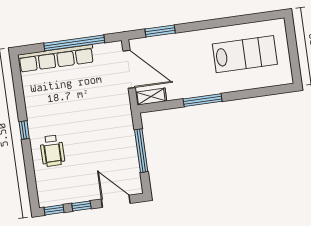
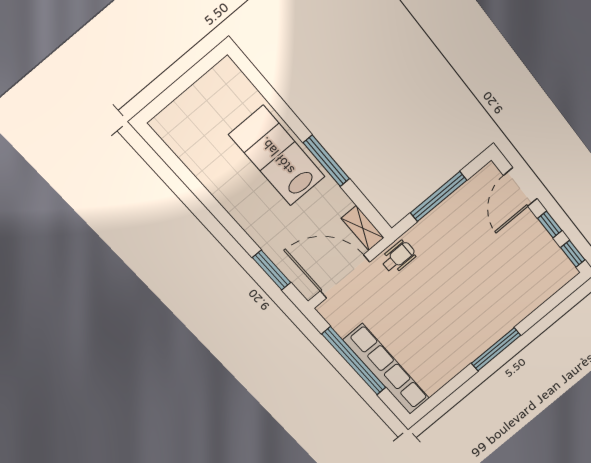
lab bench: (245, 54) -> (277, 156), moved
door: (129, 69) -> (345, 276), hinge flipped
window: (24, 130) -> (496, 349), width x2.17
wheelchair: (52, 151) -> (398, 257), moved, width x0.73, depth x0.73

